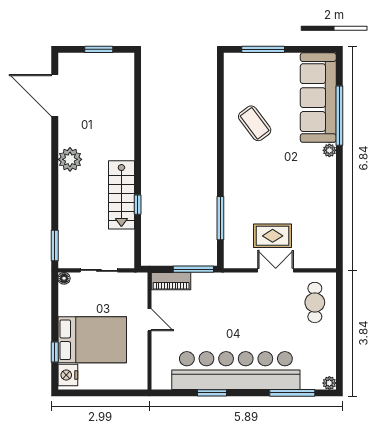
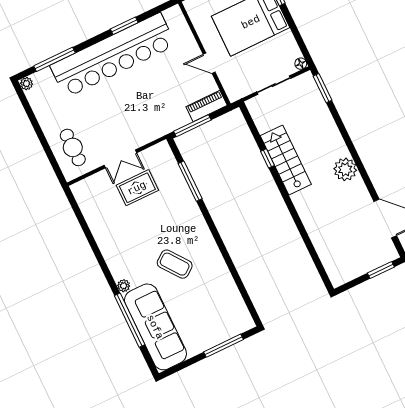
window: (99, 49) -> (381, 270), moved
coffee table: (255, 123) -> (175, 264), moved

